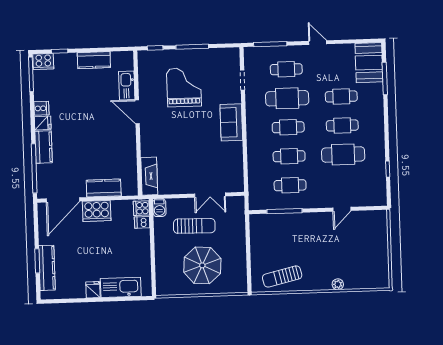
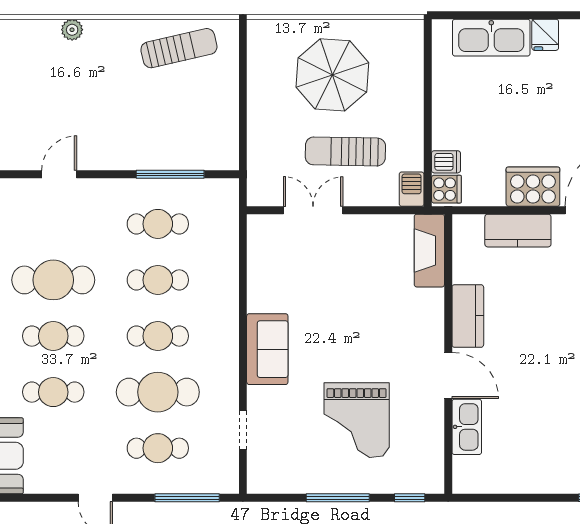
kitchen counter: (94, 60) -> (468, 316), moved, turned 90

